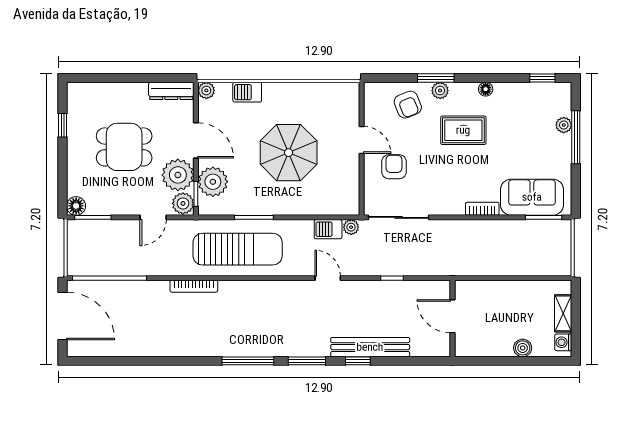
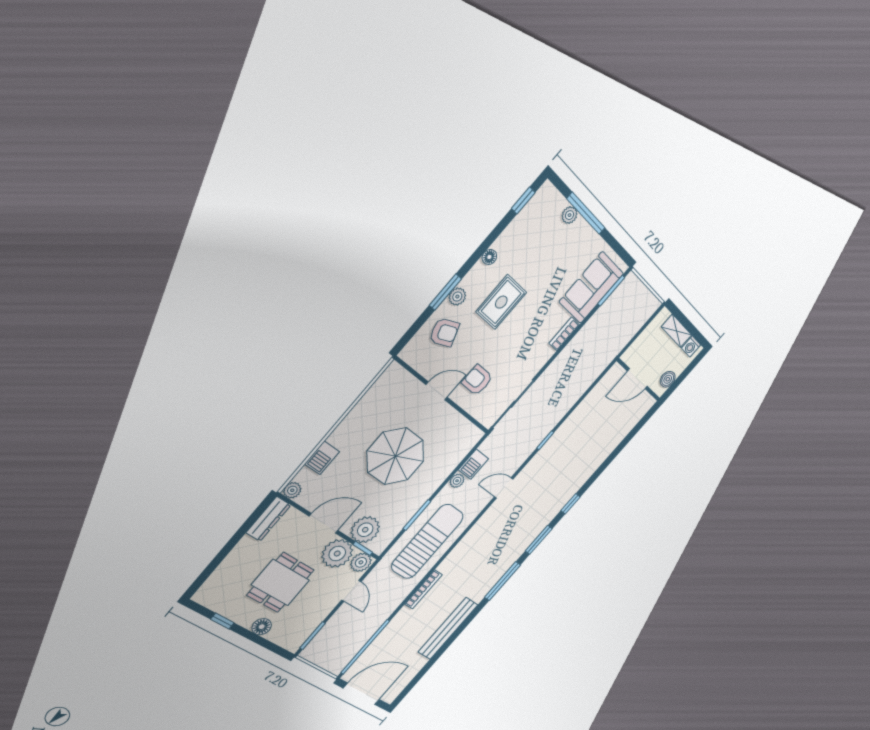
floor lamp: (76, 206) -> (262, 627), moved
plant: (351, 227) -> (457, 481), moved
door: (452, 316) -> (637, 379), moved
wall: (452, 318) -> (639, 380), moved
bench: (370, 347) -> (448, 628), moved

